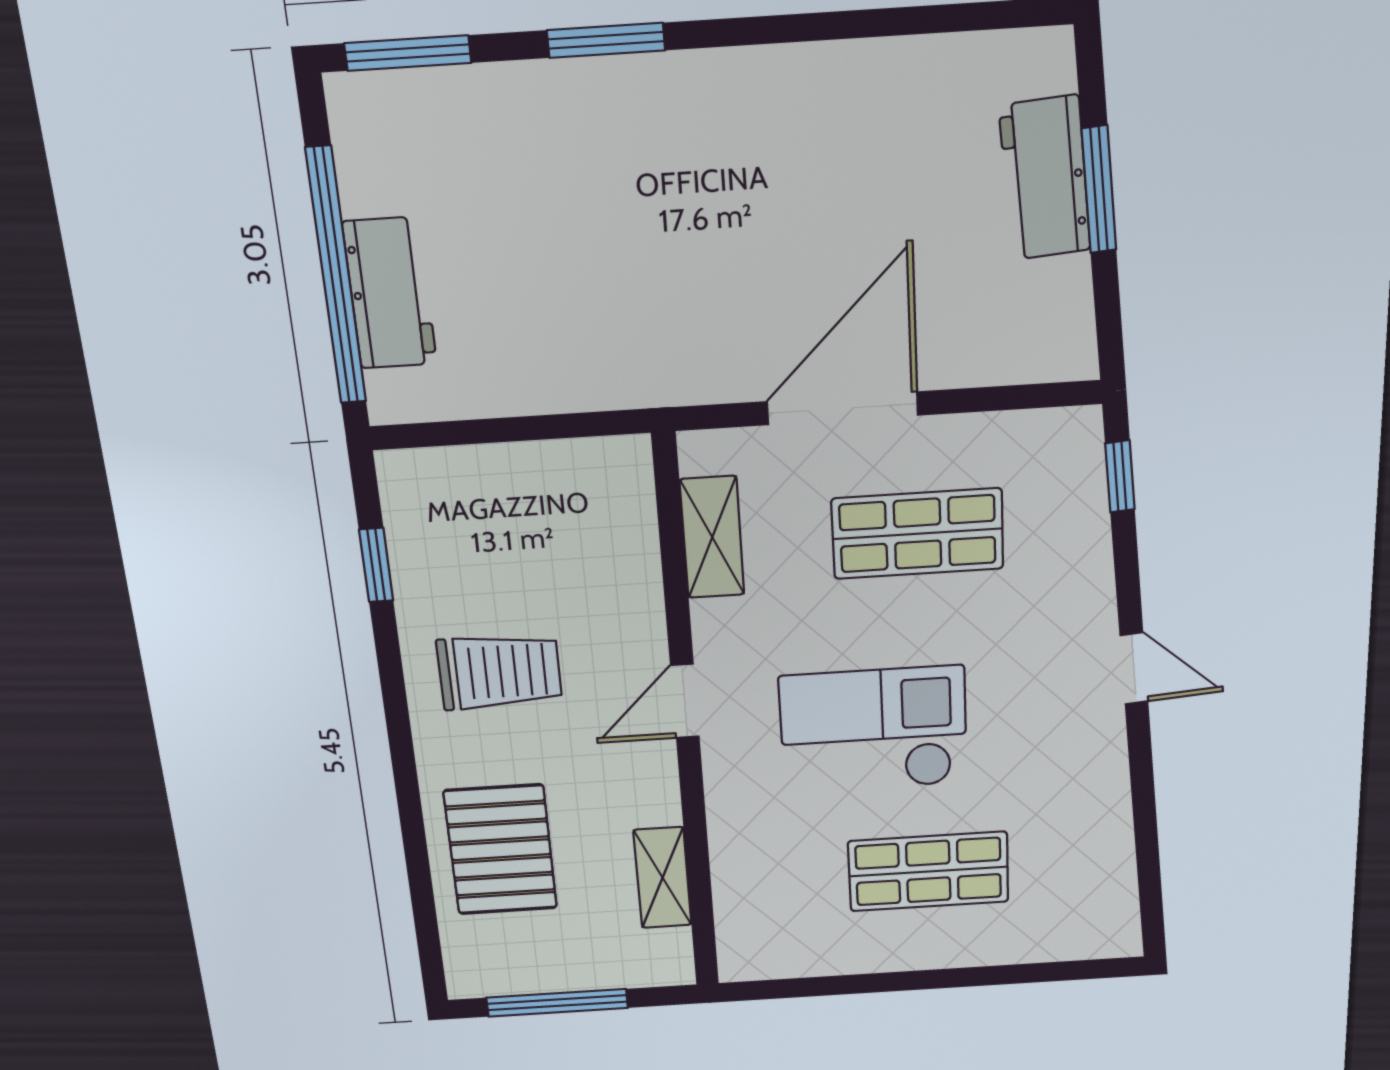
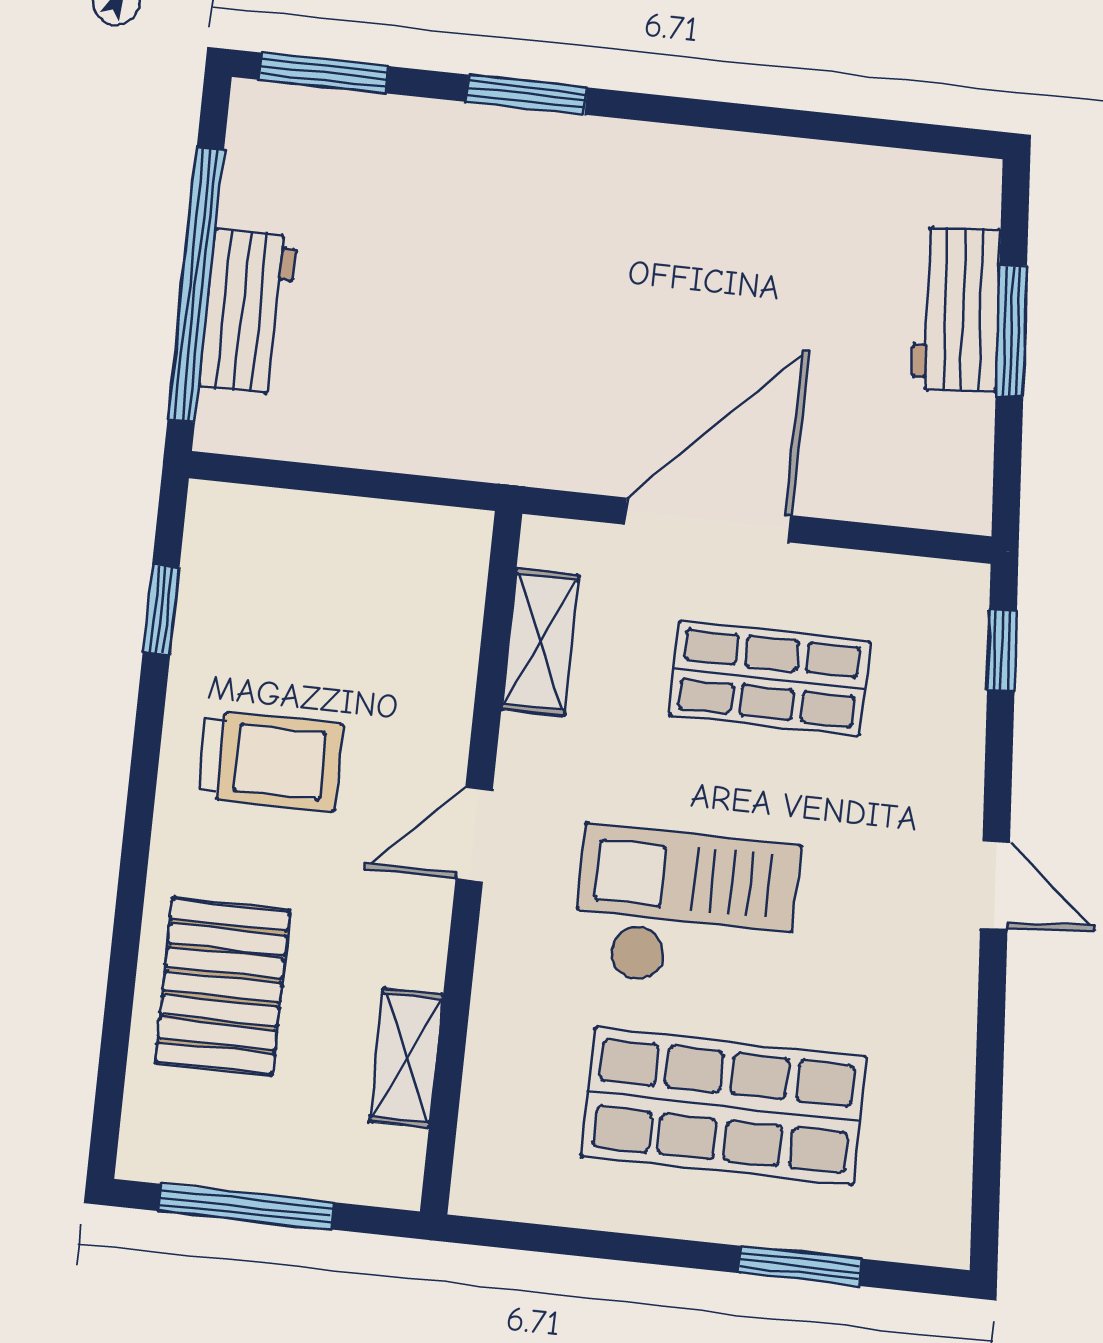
shop shelf: (928, 871) -> (724, 1106), width x1.43, depth x1.36
window: (1007, 975) -> (800, 1266), added

